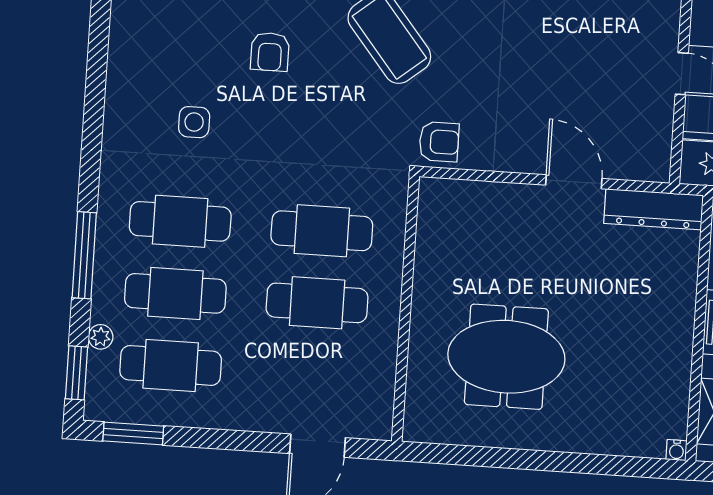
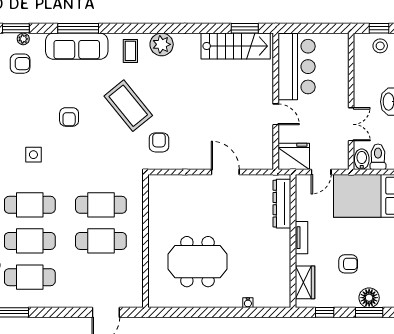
armchair: (439, 142) -> (159, 142), moved, turned -90
dresser: (654, 209) -> (282, 204), moved, turned 90
water cooler: (677, 450) -> (248, 303), moved

